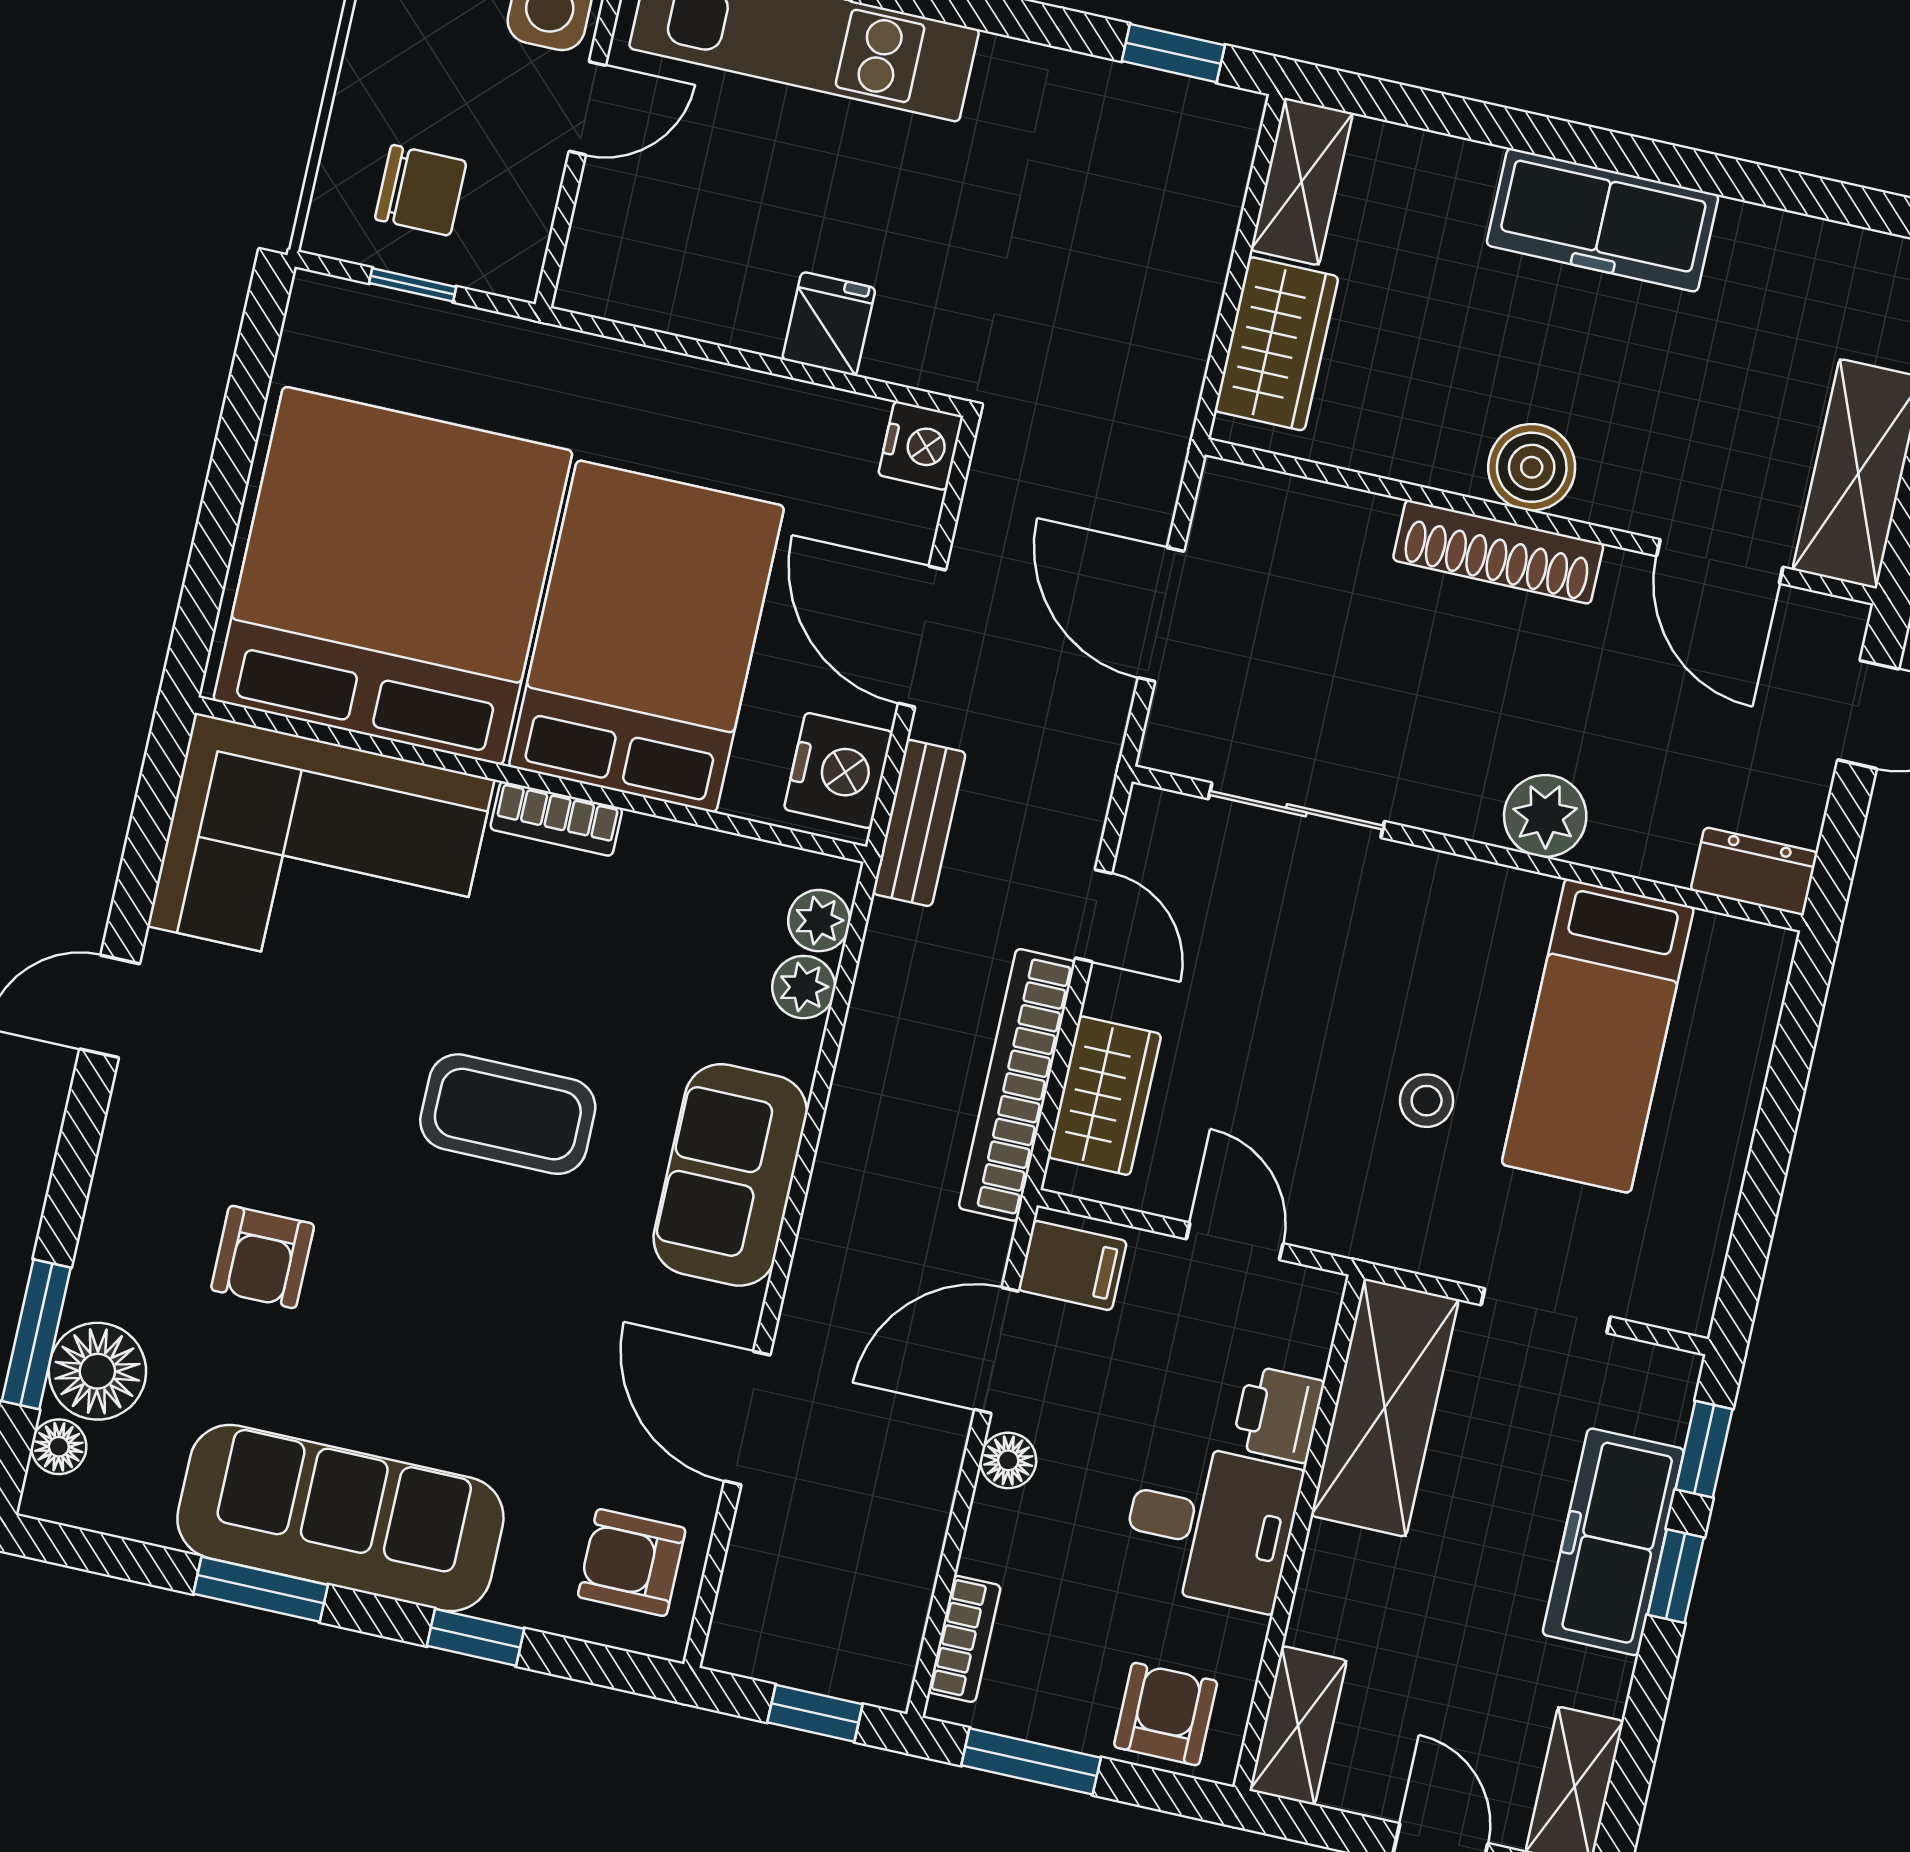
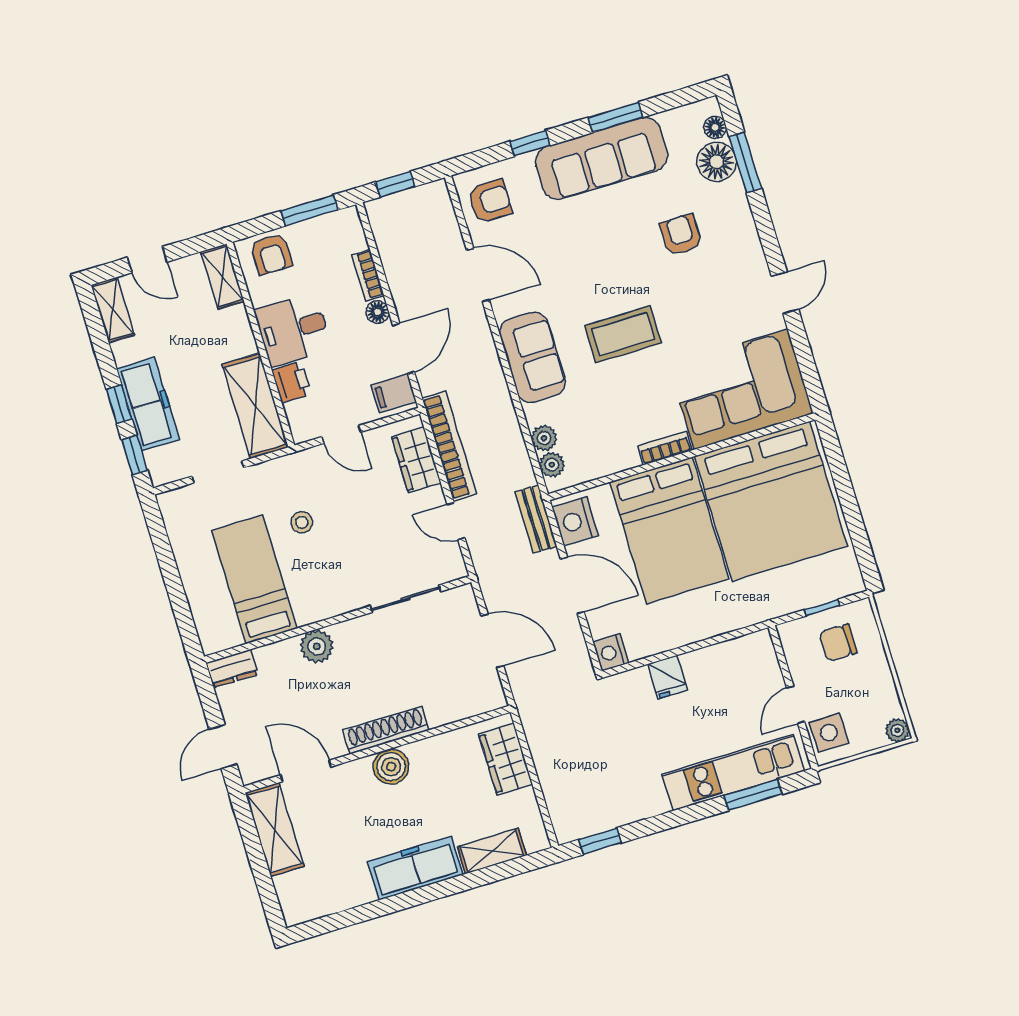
shelving: (1302, 182) -> (492, 851), moved, turned 90
bookcase: (964, 1639) -> (368, 275), moved

